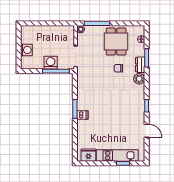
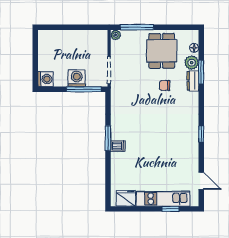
washing machine: (26, 50) -> (45, 79), moved
plant: (139, 79) -> (192, 63), moved
door: (147, 131) -> (201, 181), moved

